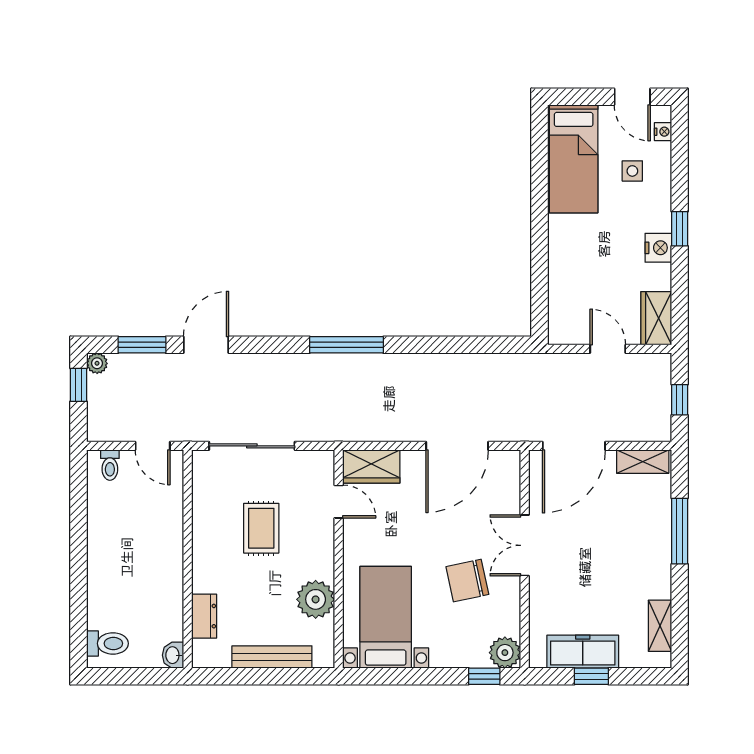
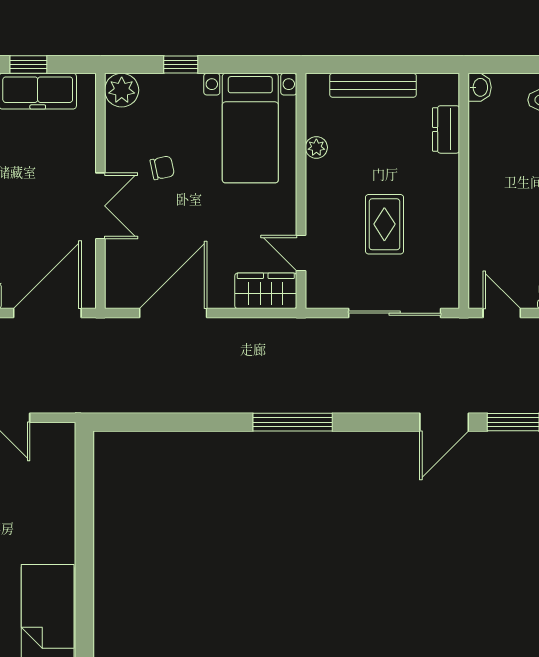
chair: (467, 581) -> (162, 168), width x0.54, depth x0.54
plant: (316, 599) -> (316, 147), width x0.53, depth x0.53
window: (484, 676) -> (181, 64), moved

